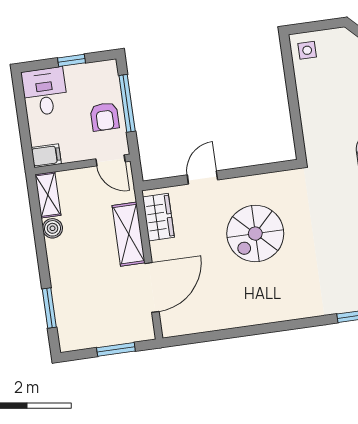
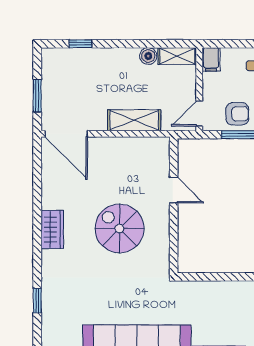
armchair: (105, 117) -> (237, 114), turned 180
wardrobe: (158, 217) -> (52, 229), moved, turned -90
door: (152, 287) -> (66, 134), moved
window: (49, 308) -> (81, 44), width x0.67

